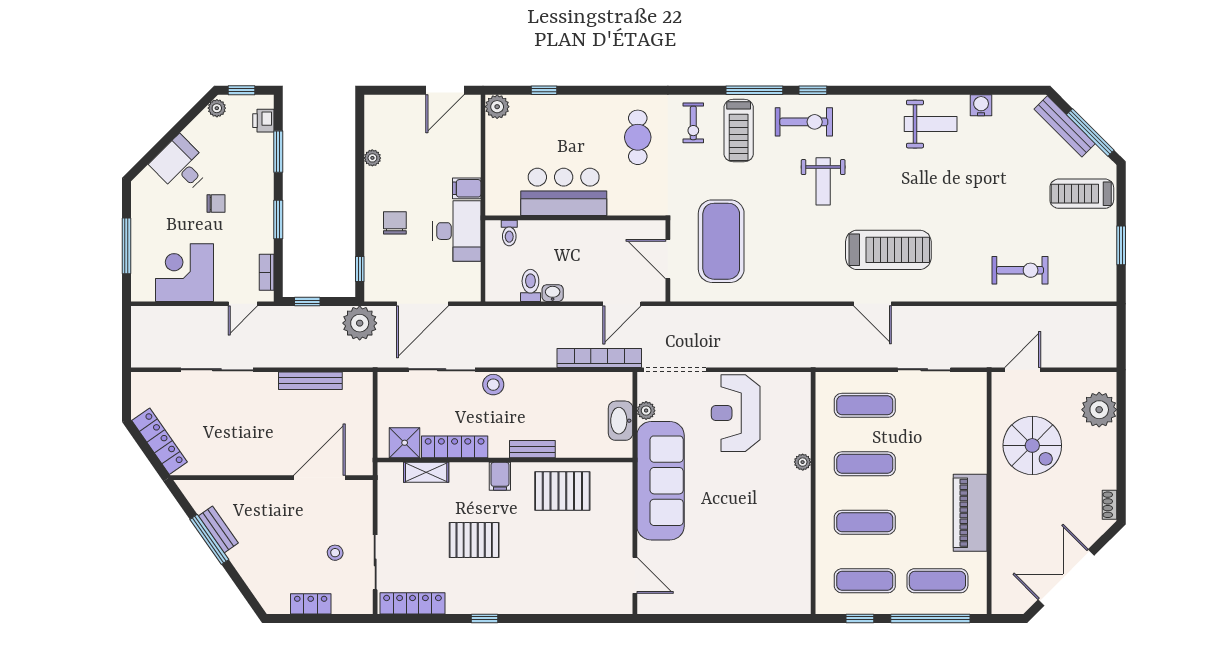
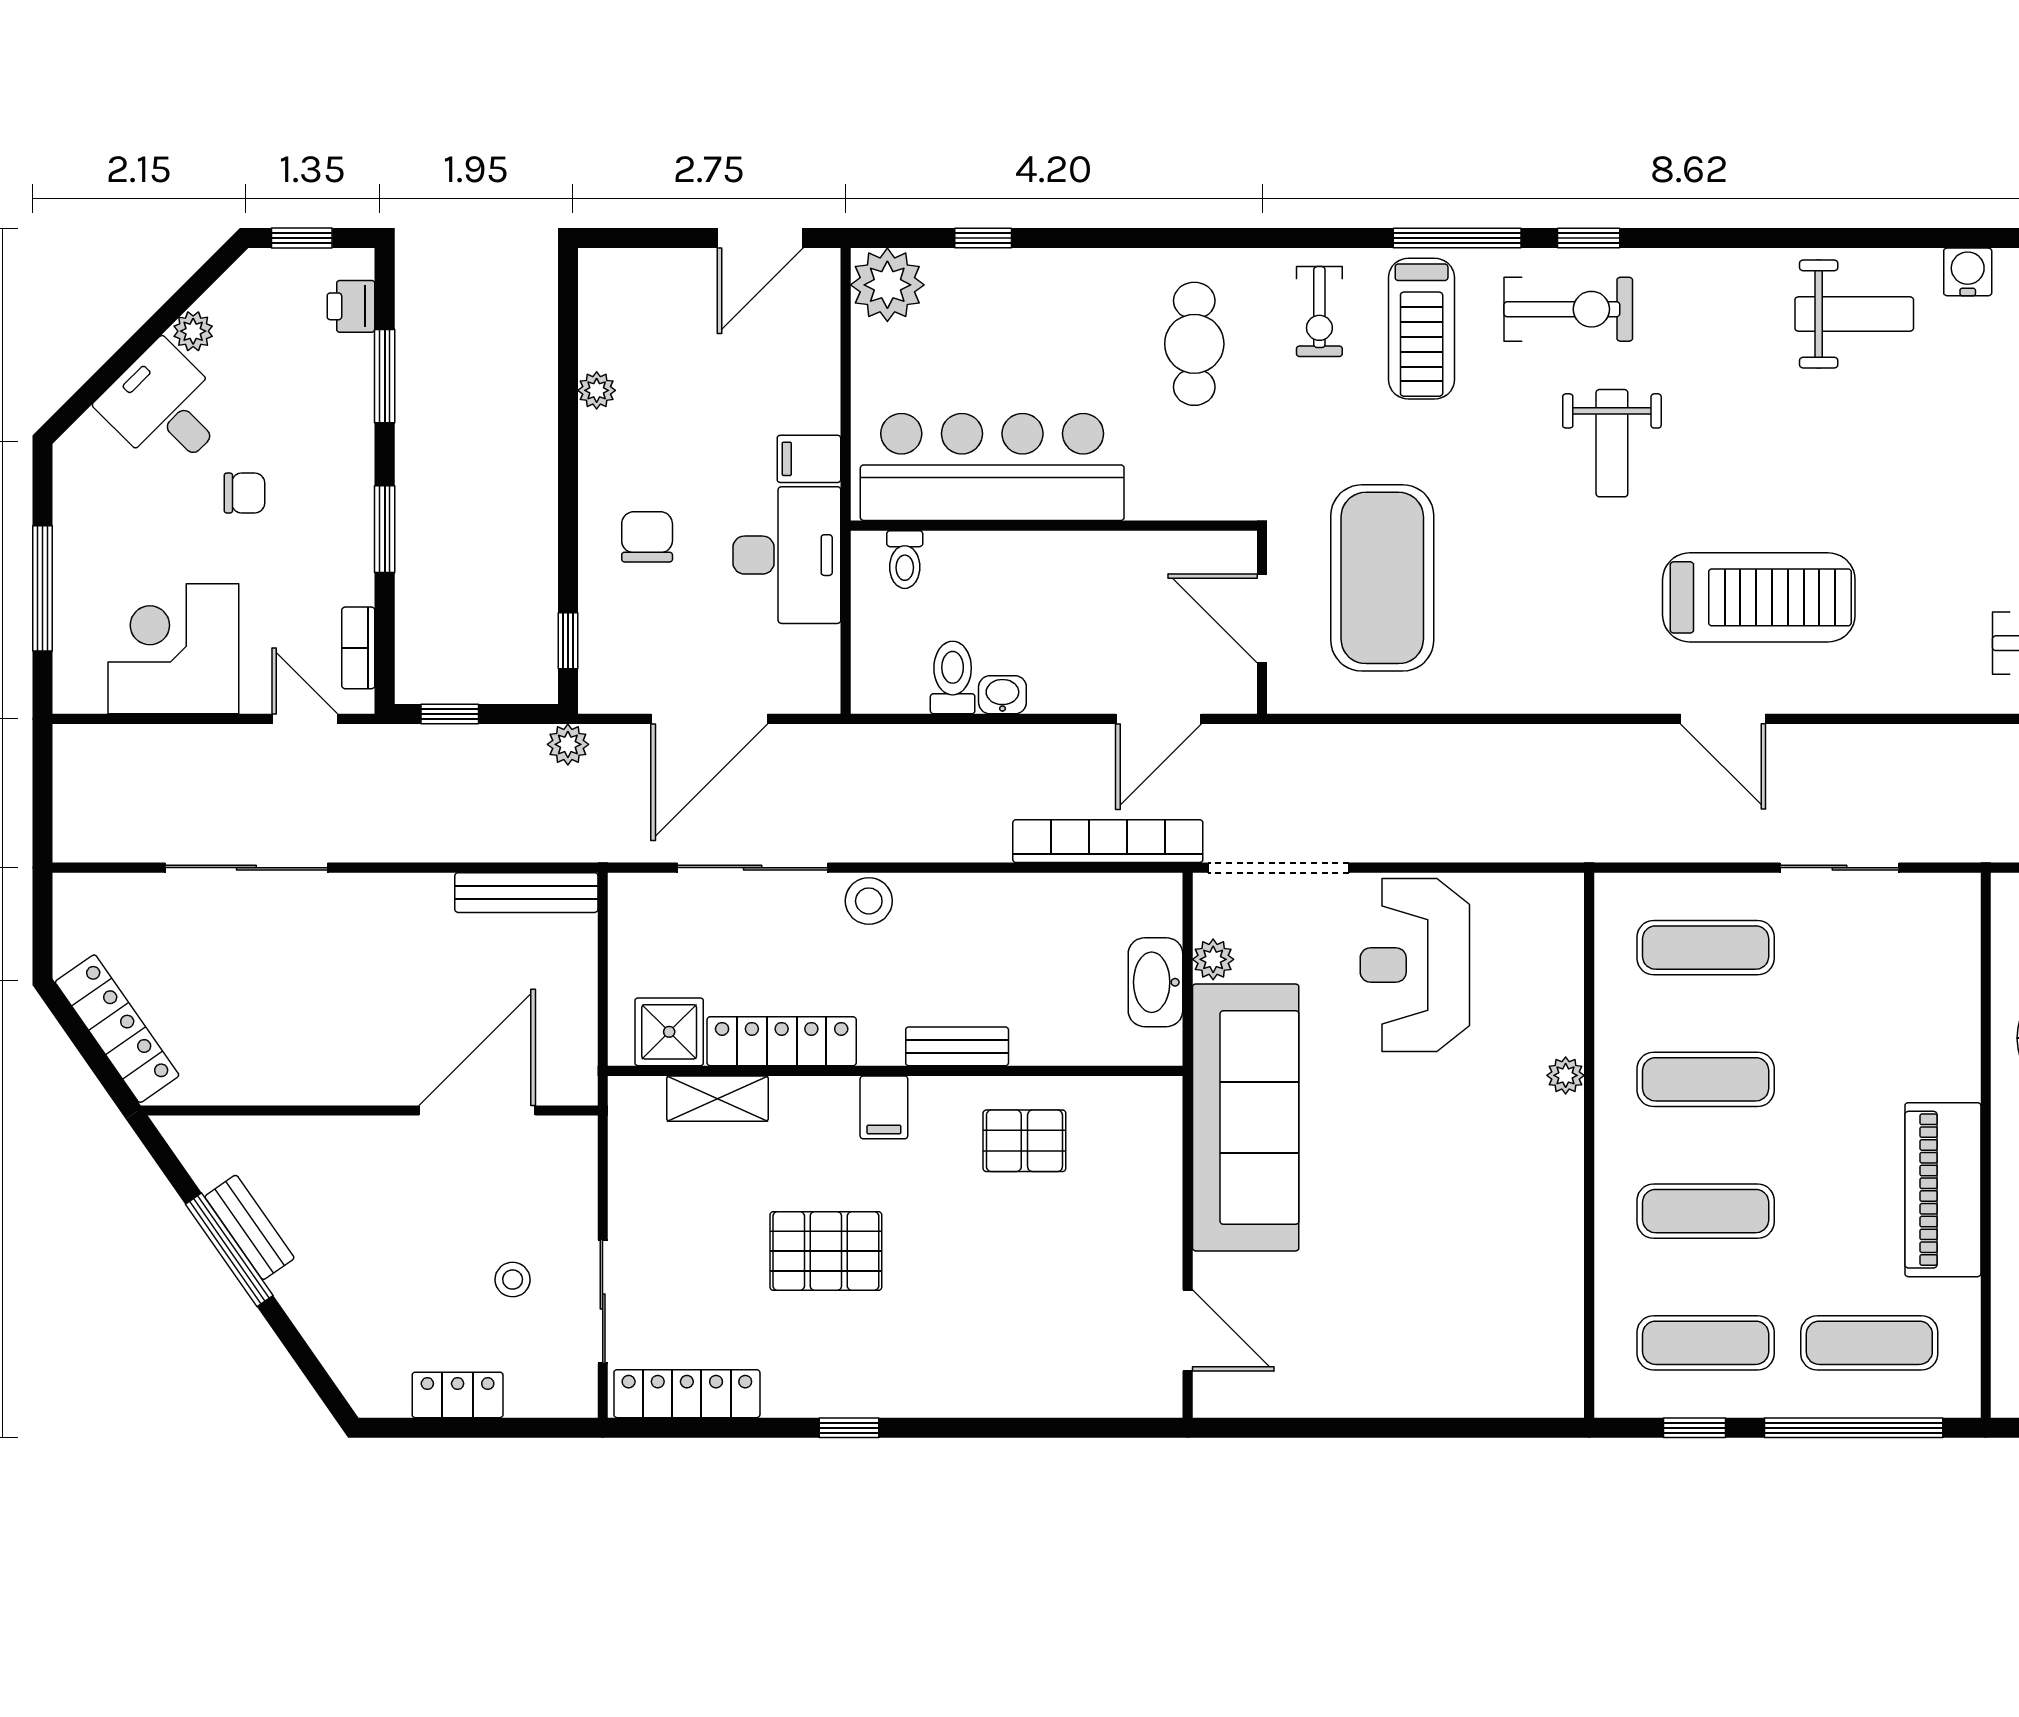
plant: (497, 107) -> (887, 285), width x1.36, depth x1.36
plant: (217, 108) -> (193, 331), moved
bar counter: (564, 192) -> (992, 467), width x1.36
door: (243, 304) -> (305, 719), swing flipped
plant: (360, 323) -> (568, 744), width x0.53, depth x0.53
bench: (310, 381) -> (526, 893), moved
pallet: (562, 491) -> (1024, 1141), width x0.67, depth x0.71

